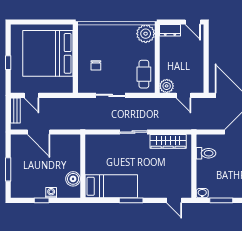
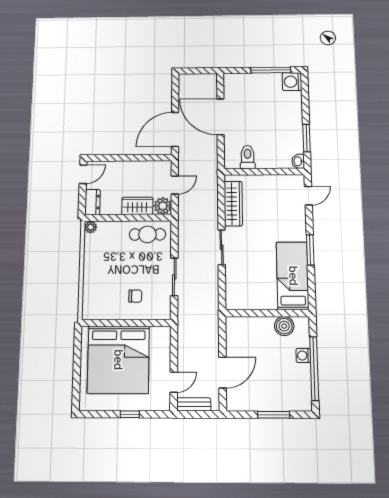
plant: (146, 34) -> (91, 227), width x0.53, depth x0.53
wardrobe: (167, 66) -> (137, 206), added
window: (42, 200) -> (314, 369), width x3.17

